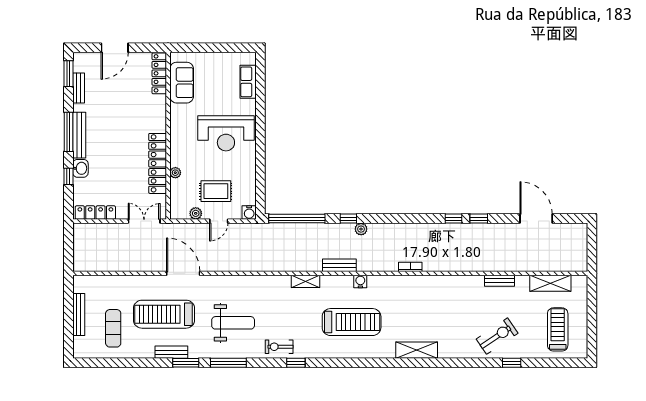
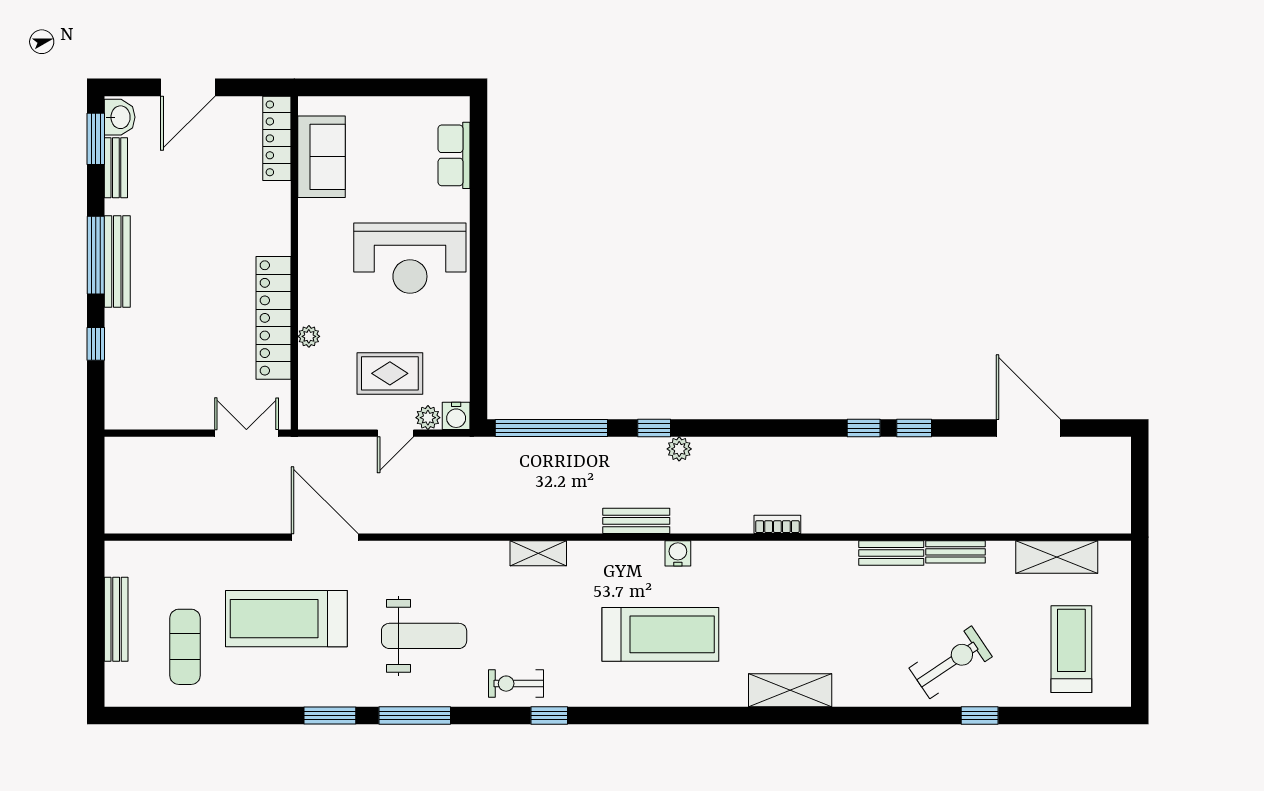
washbasin: (80, 168) -> (120, 117), moved
locker: (95, 213) -> (149, 416), removed
plant: (196, 213) -> (428, 418), moved
shelving: (305, 281) -> (538, 553), moved
bench: (171, 352) -> (891, 553), moved

